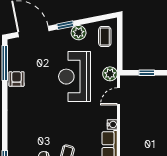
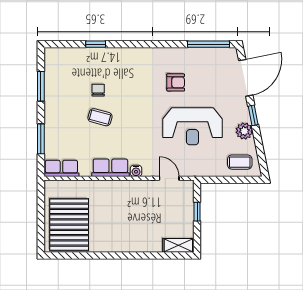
plant: (110, 74) -> (196, 168), removed
reception desk: (75, 77) -> (192, 126), turned 180
armchair: (17, 79) -> (176, 82), moved

